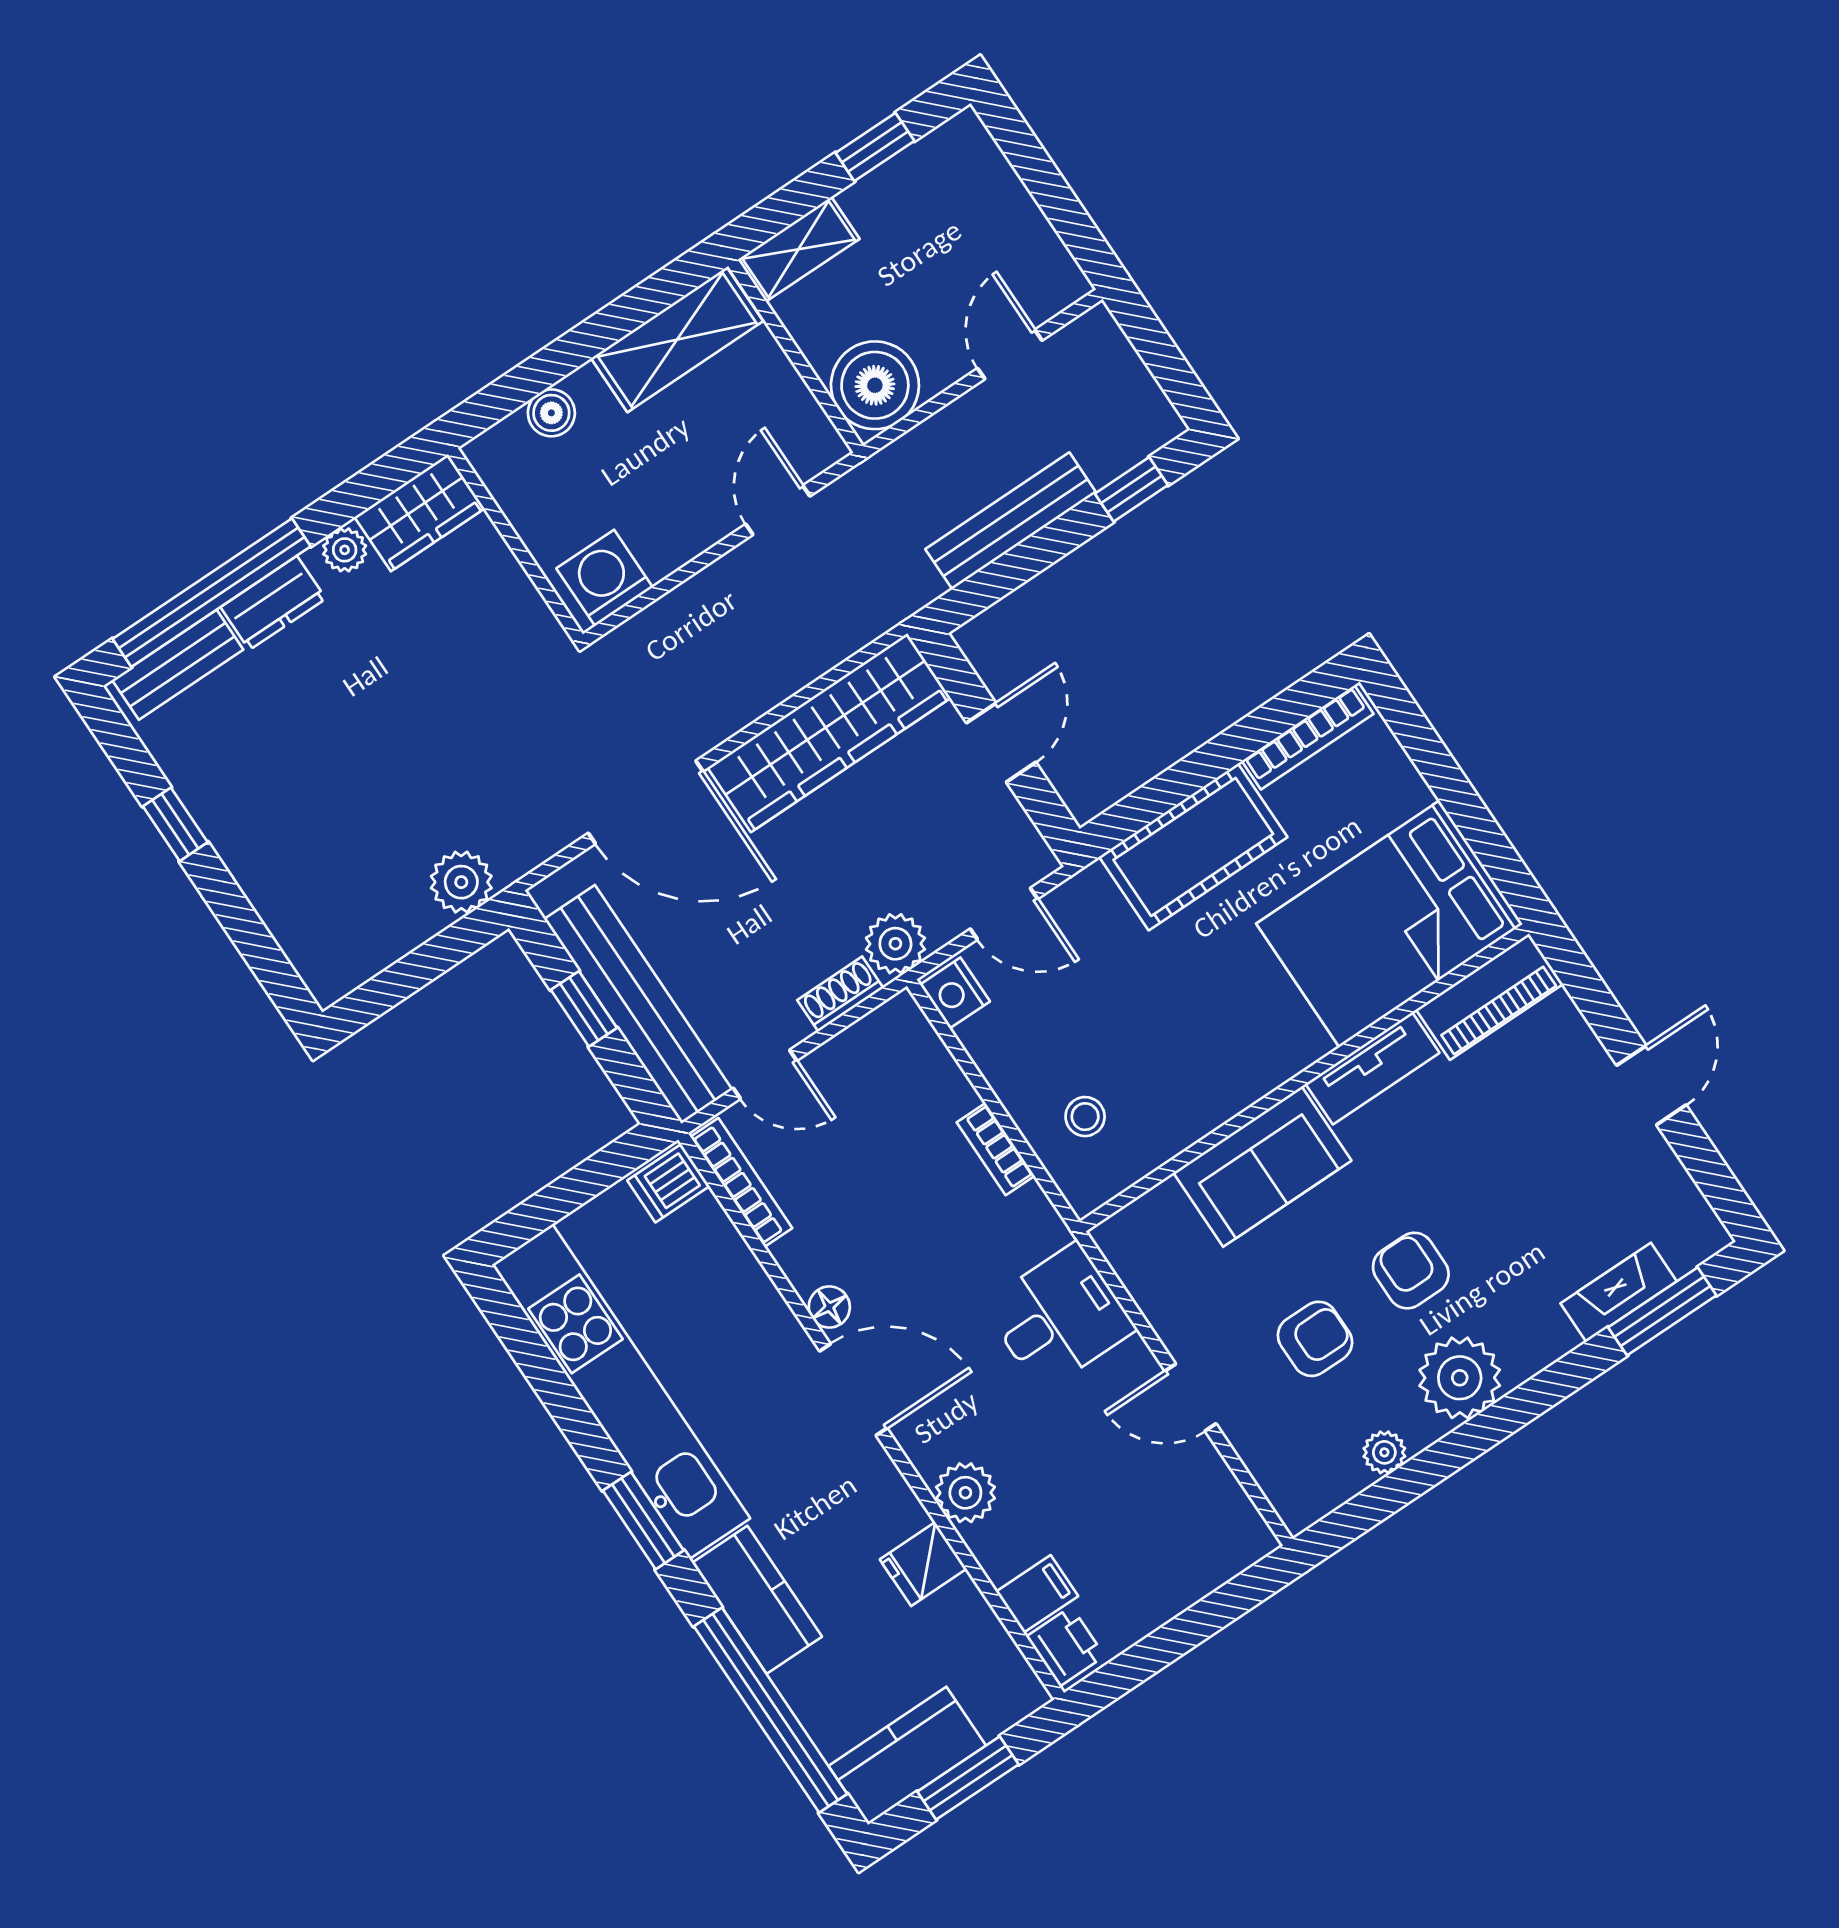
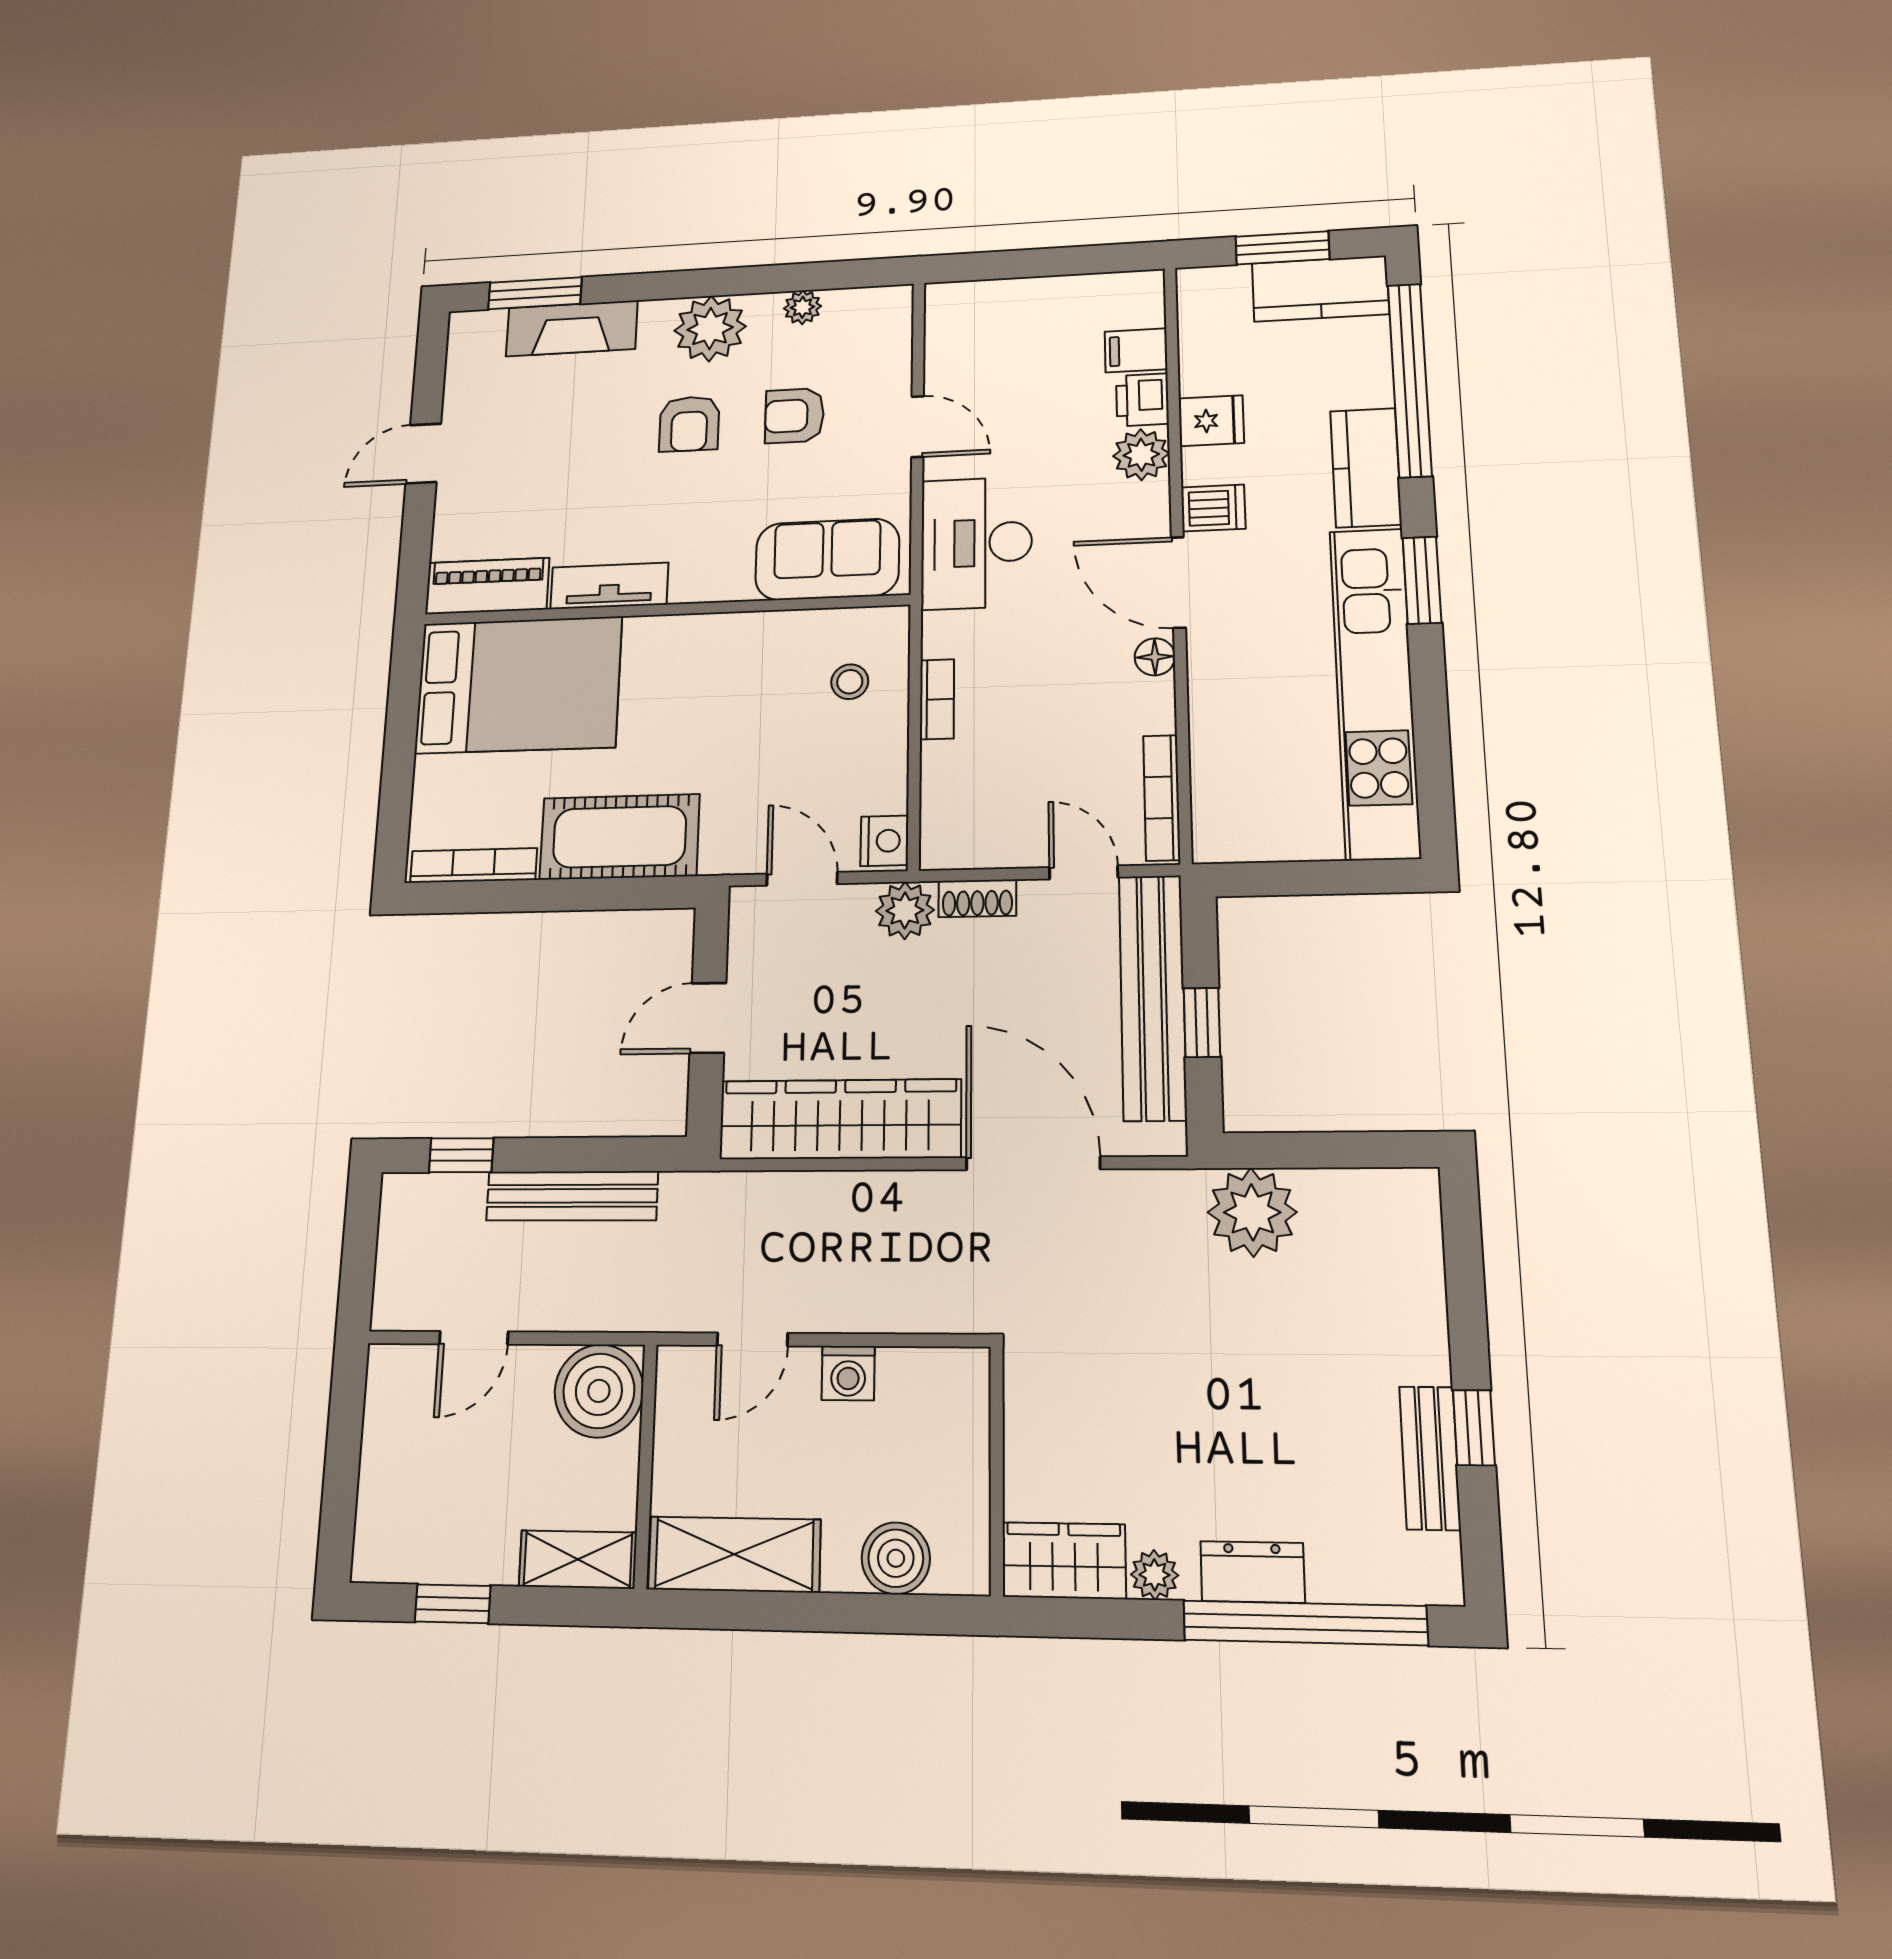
boiler: (551, 413) -> (896, 1558), width x1.36, depth x1.36
washing machine: (605, 578) -> (848, 1373), moved, width x0.73, depth x0.73
bench: (178, 665) -> (1430, 1458), moved, turned 90
plant: (461, 882) -> (1252, 1212), width x1.36, depth x1.36
sofa: (1262, 1167) -> (827, 559), moved
dishwasher: (668, 1183) -> (1213, 508), moved
fireplace: (1619, 1292) -> (572, 328), width x1.37, depth x1.32
desk: (1059, 1317) -> (976, 543), width x1.37
printer: (1065, 1646) -> (1142, 400), moved

